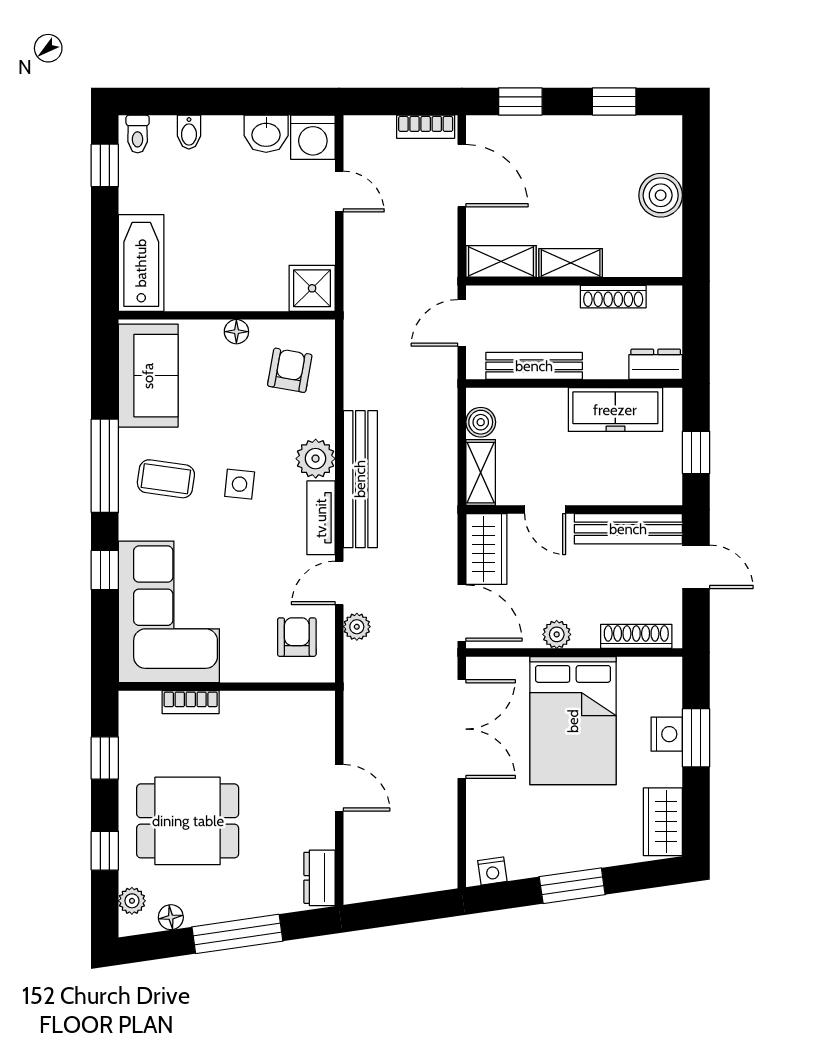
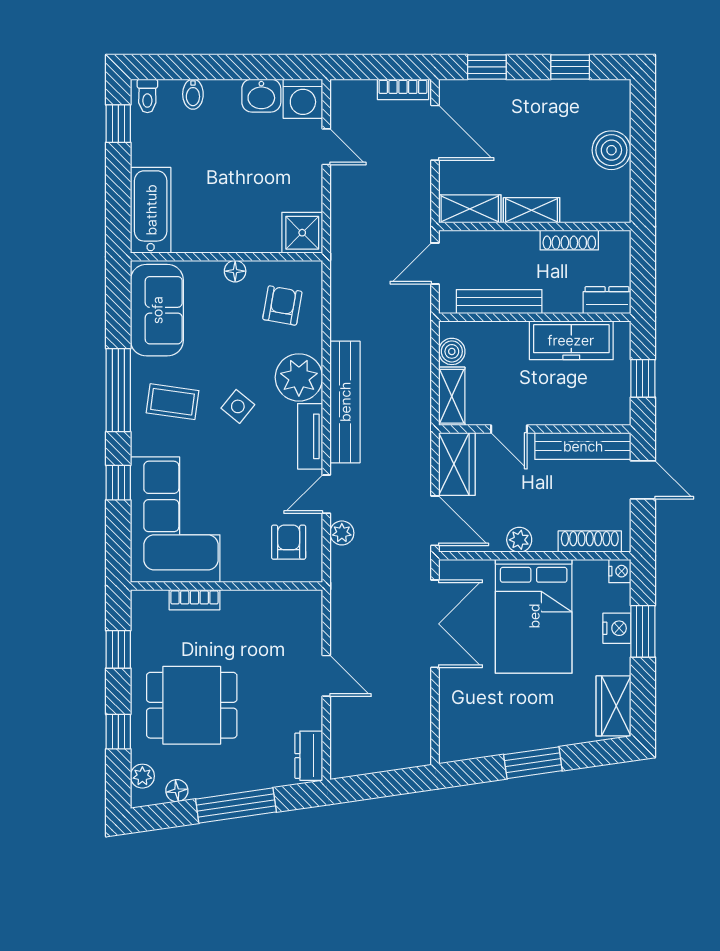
plant: (316, 459) -> (299, 377), width x1.36, depth x1.36
side table: (240, 484) -> (238, 406), turned 33
nightstand: (492, 871) -> (620, 571), moved, turned -82

